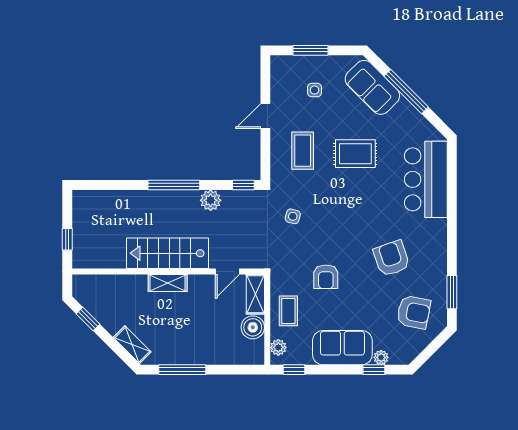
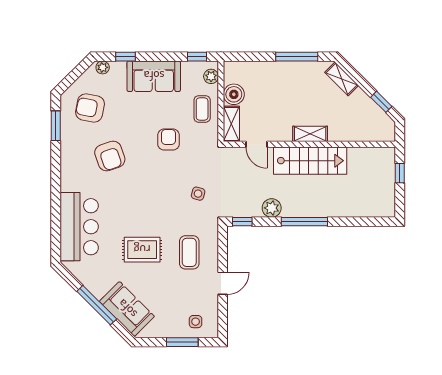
side table: (314, 90) -> (196, 322), moved
door: (227, 272) -> (257, 144), swing flipped
plant: (381, 357) -> (103, 67), moved

